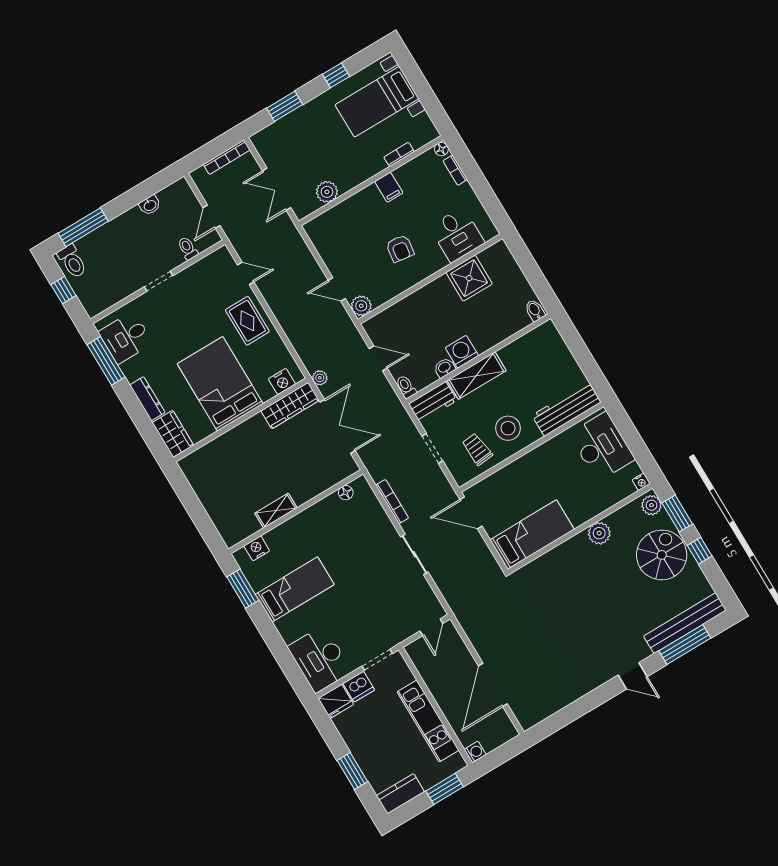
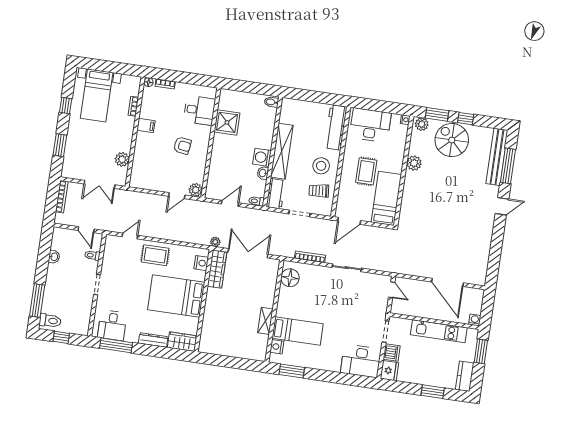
shelving: (477, 376) -> (282, 151), width x1.47
rug: (544, 486) -> (366, 171), added
floor lamp: (346, 493) -> (290, 278), width x1.89, depth x1.89
bed: (295, 589) -> (298, 331), moved, turned 90

